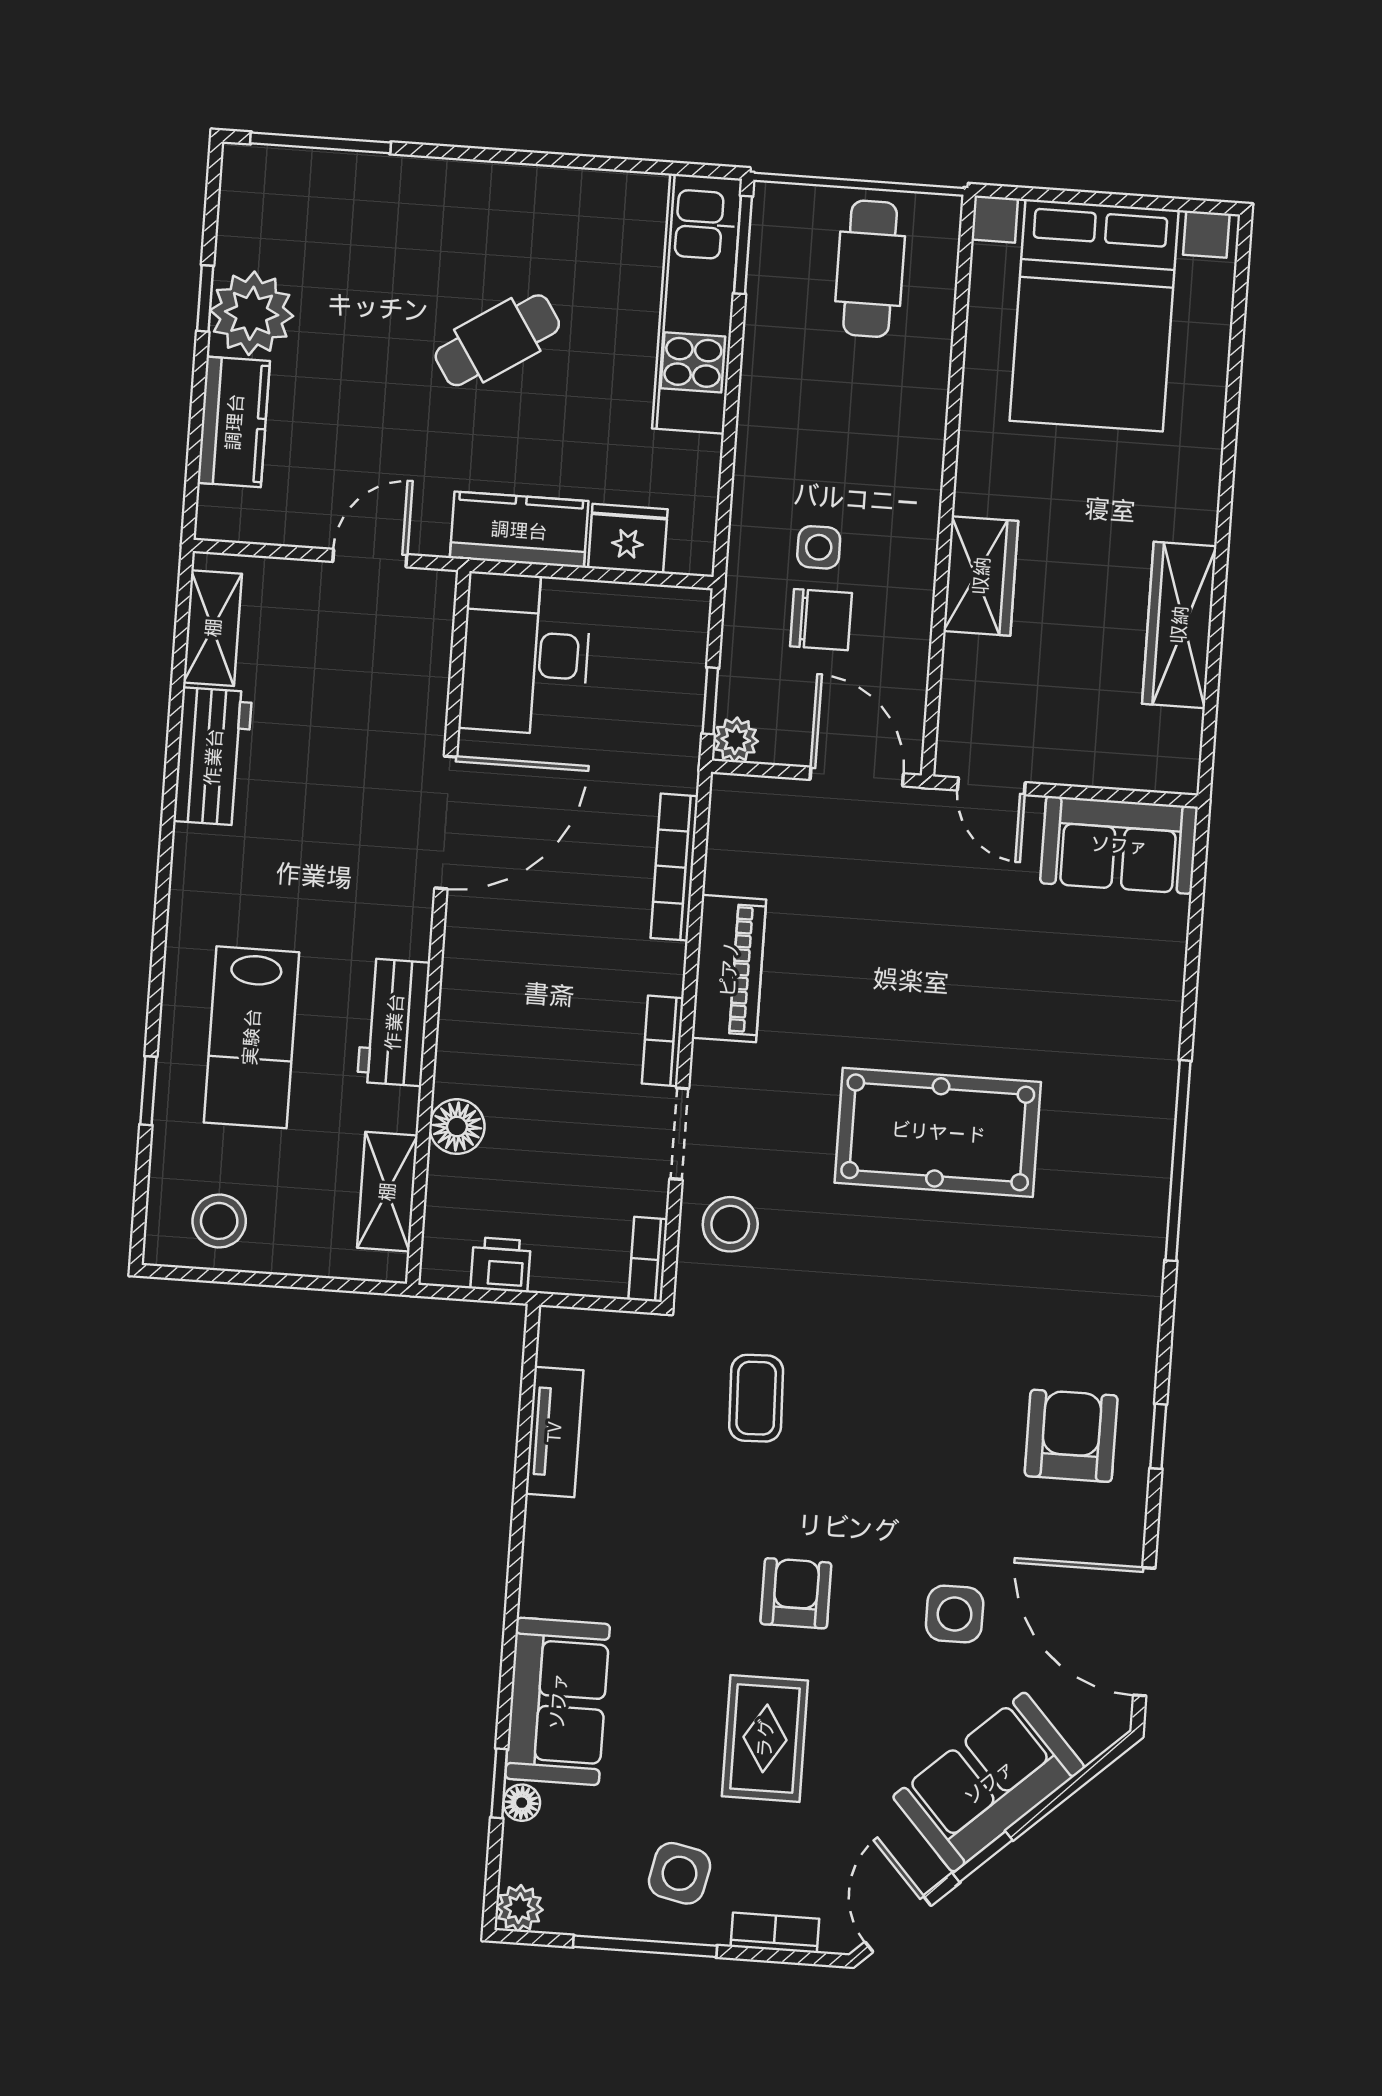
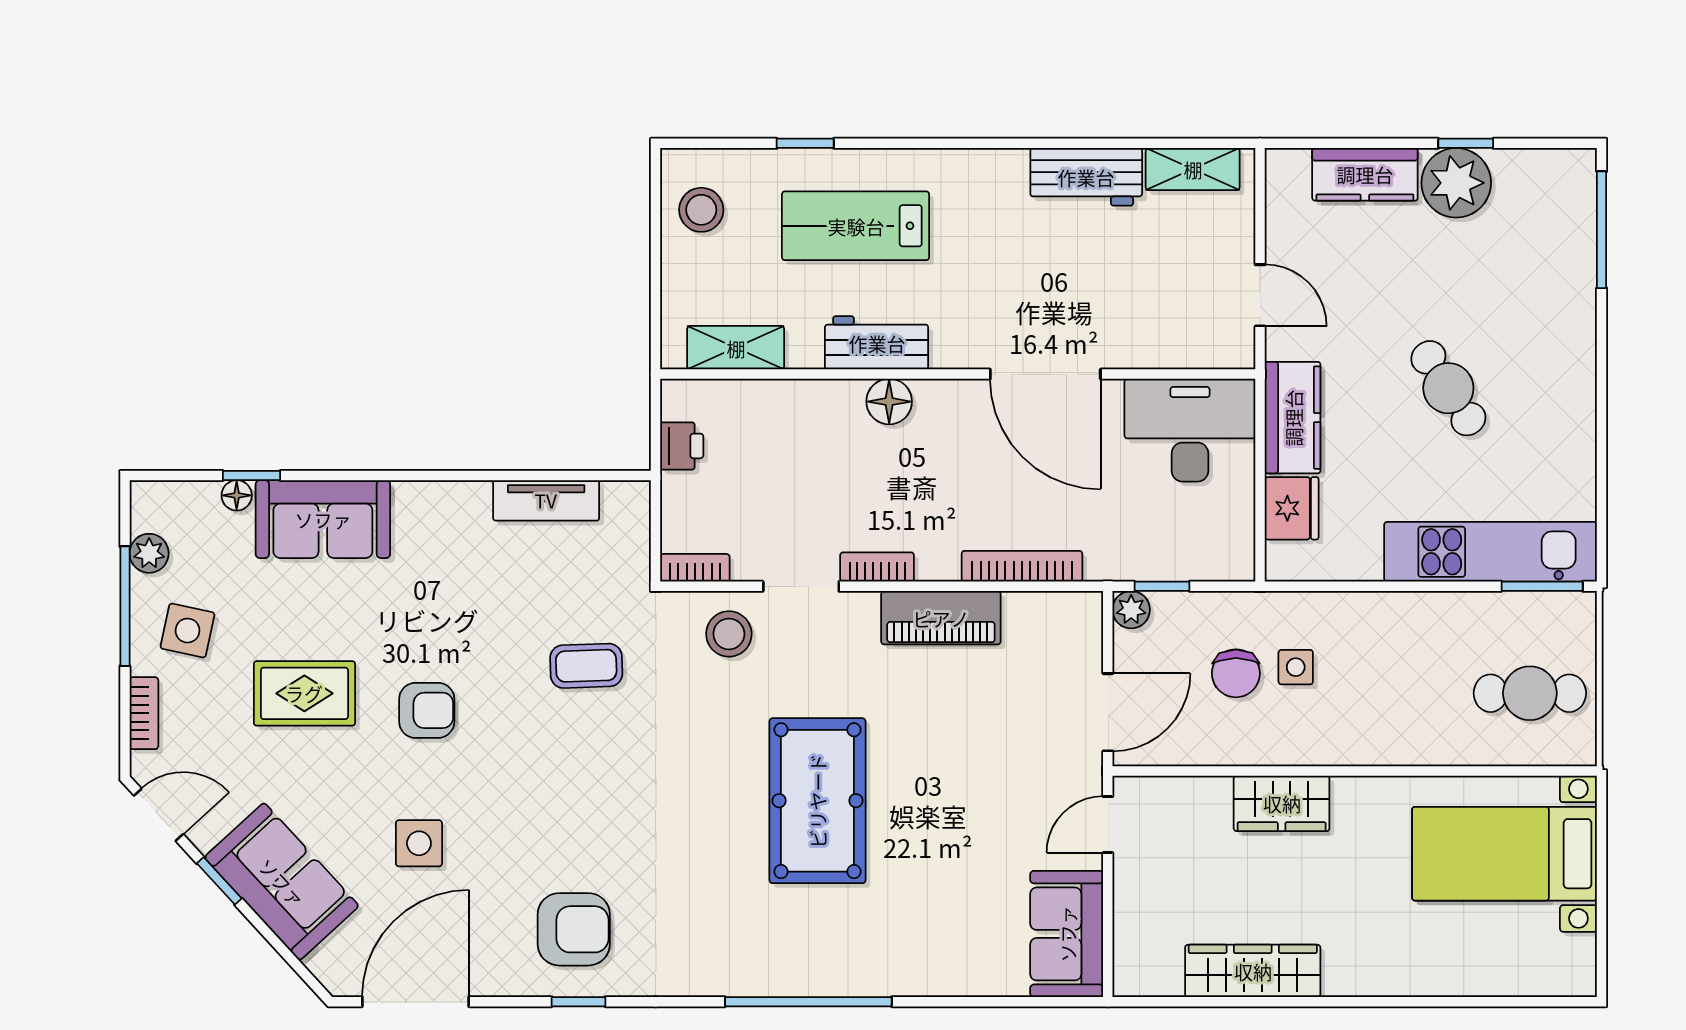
bed with nightstands: (1094, 315) -> (1505, 854), width x0.73
floor lamp: (457, 1127) -> (889, 402), moved
plant: (519, 1908) -> (149, 553), moved

